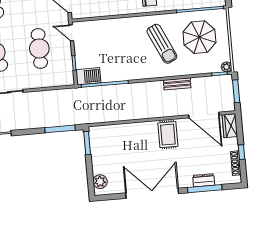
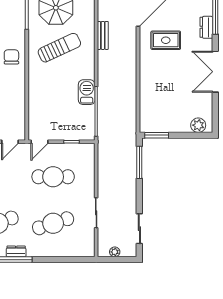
barbecue: (88, 76) -> (87, 92), moved
rug: (168, 135) -> (166, 40), moved
dresser: (204, 180) -> (206, 27), moved
double door: (152, 193) -> (215, 72), width x0.73

